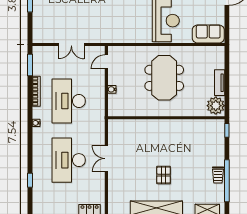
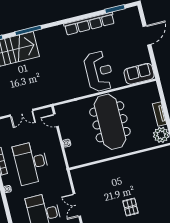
door: (106, 62) -> (56, 120), hinge flipped
meeting table: (164, 78) -> (110, 122), width x1.36

